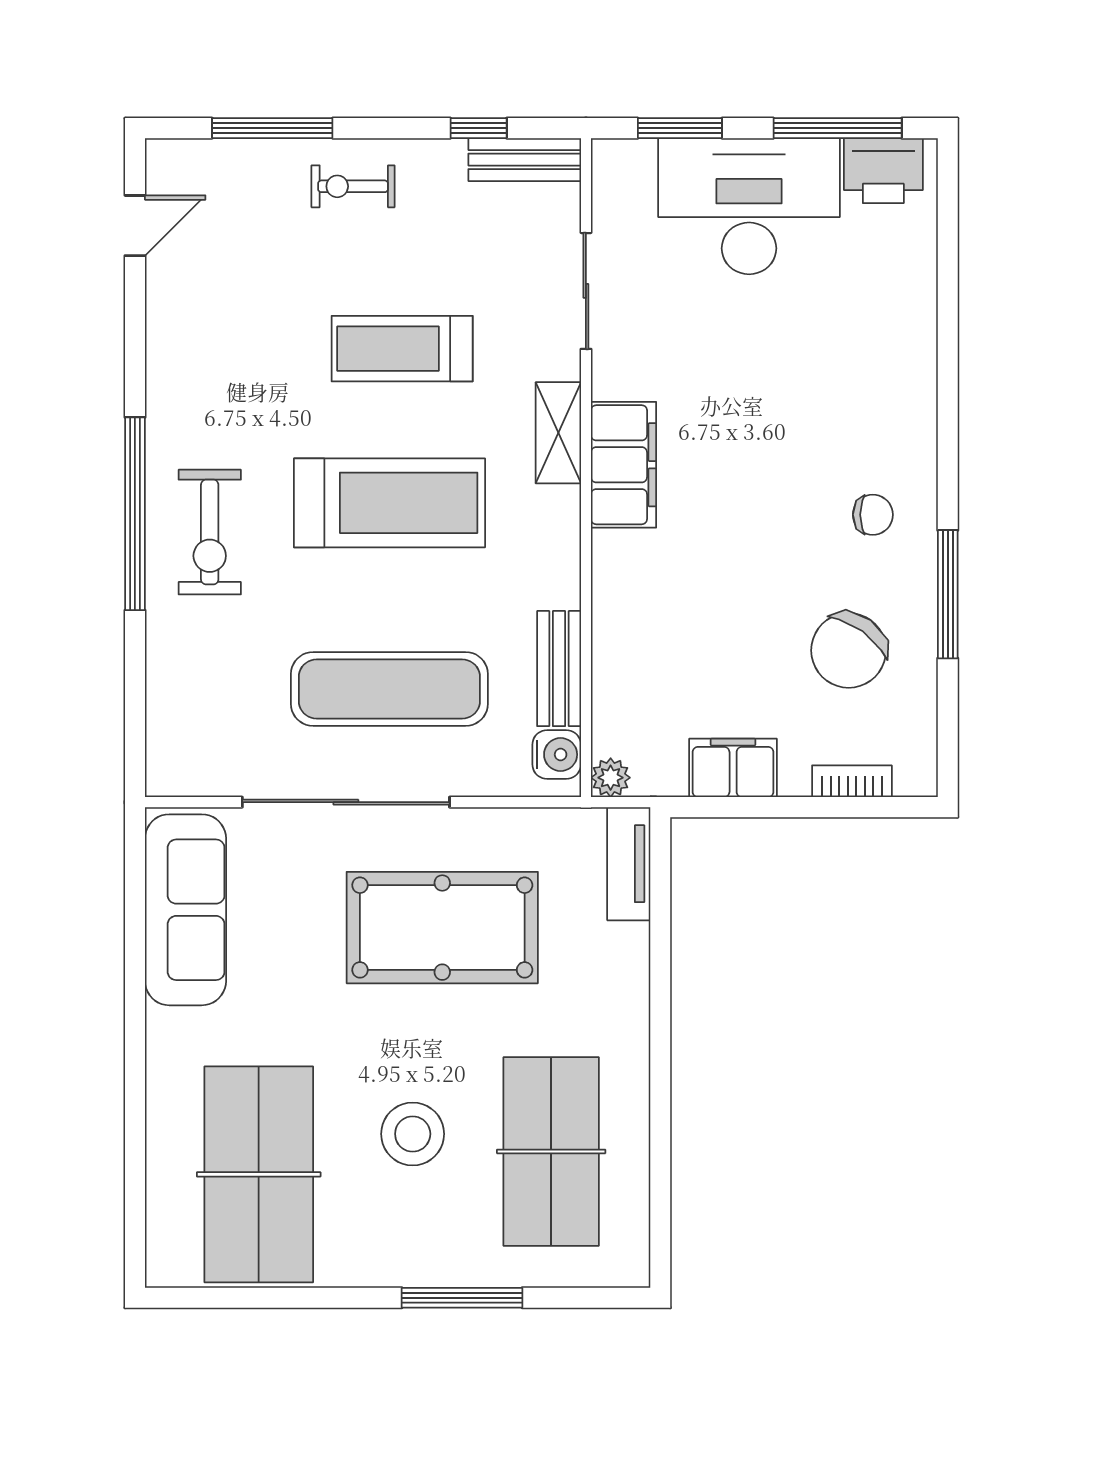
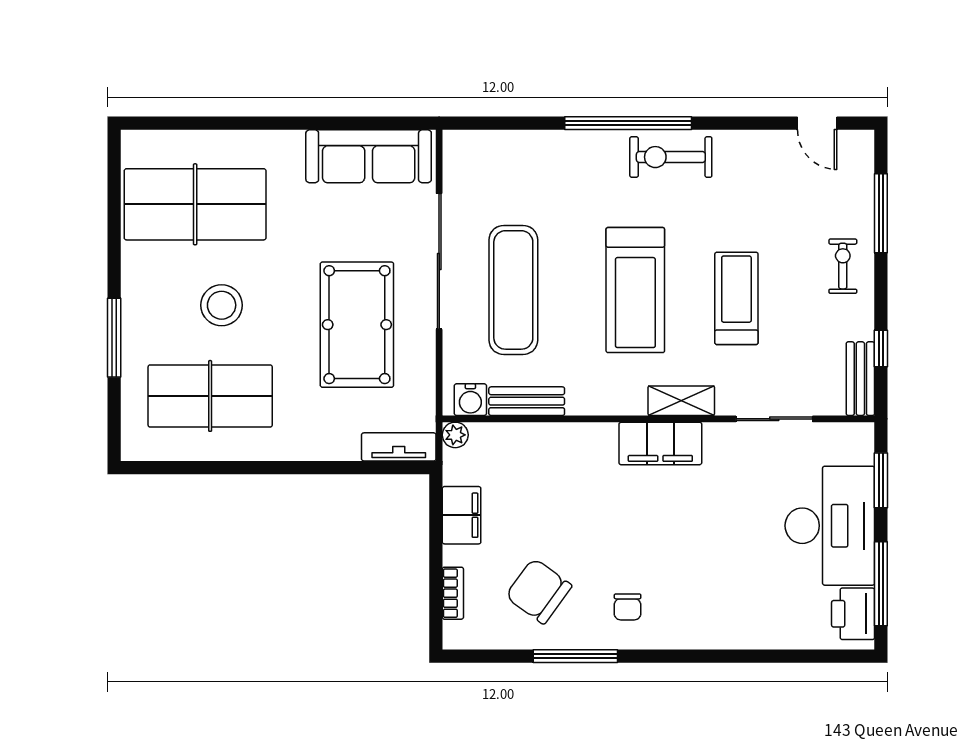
exercise bike: (210, 532) -> (671, 157), moved

